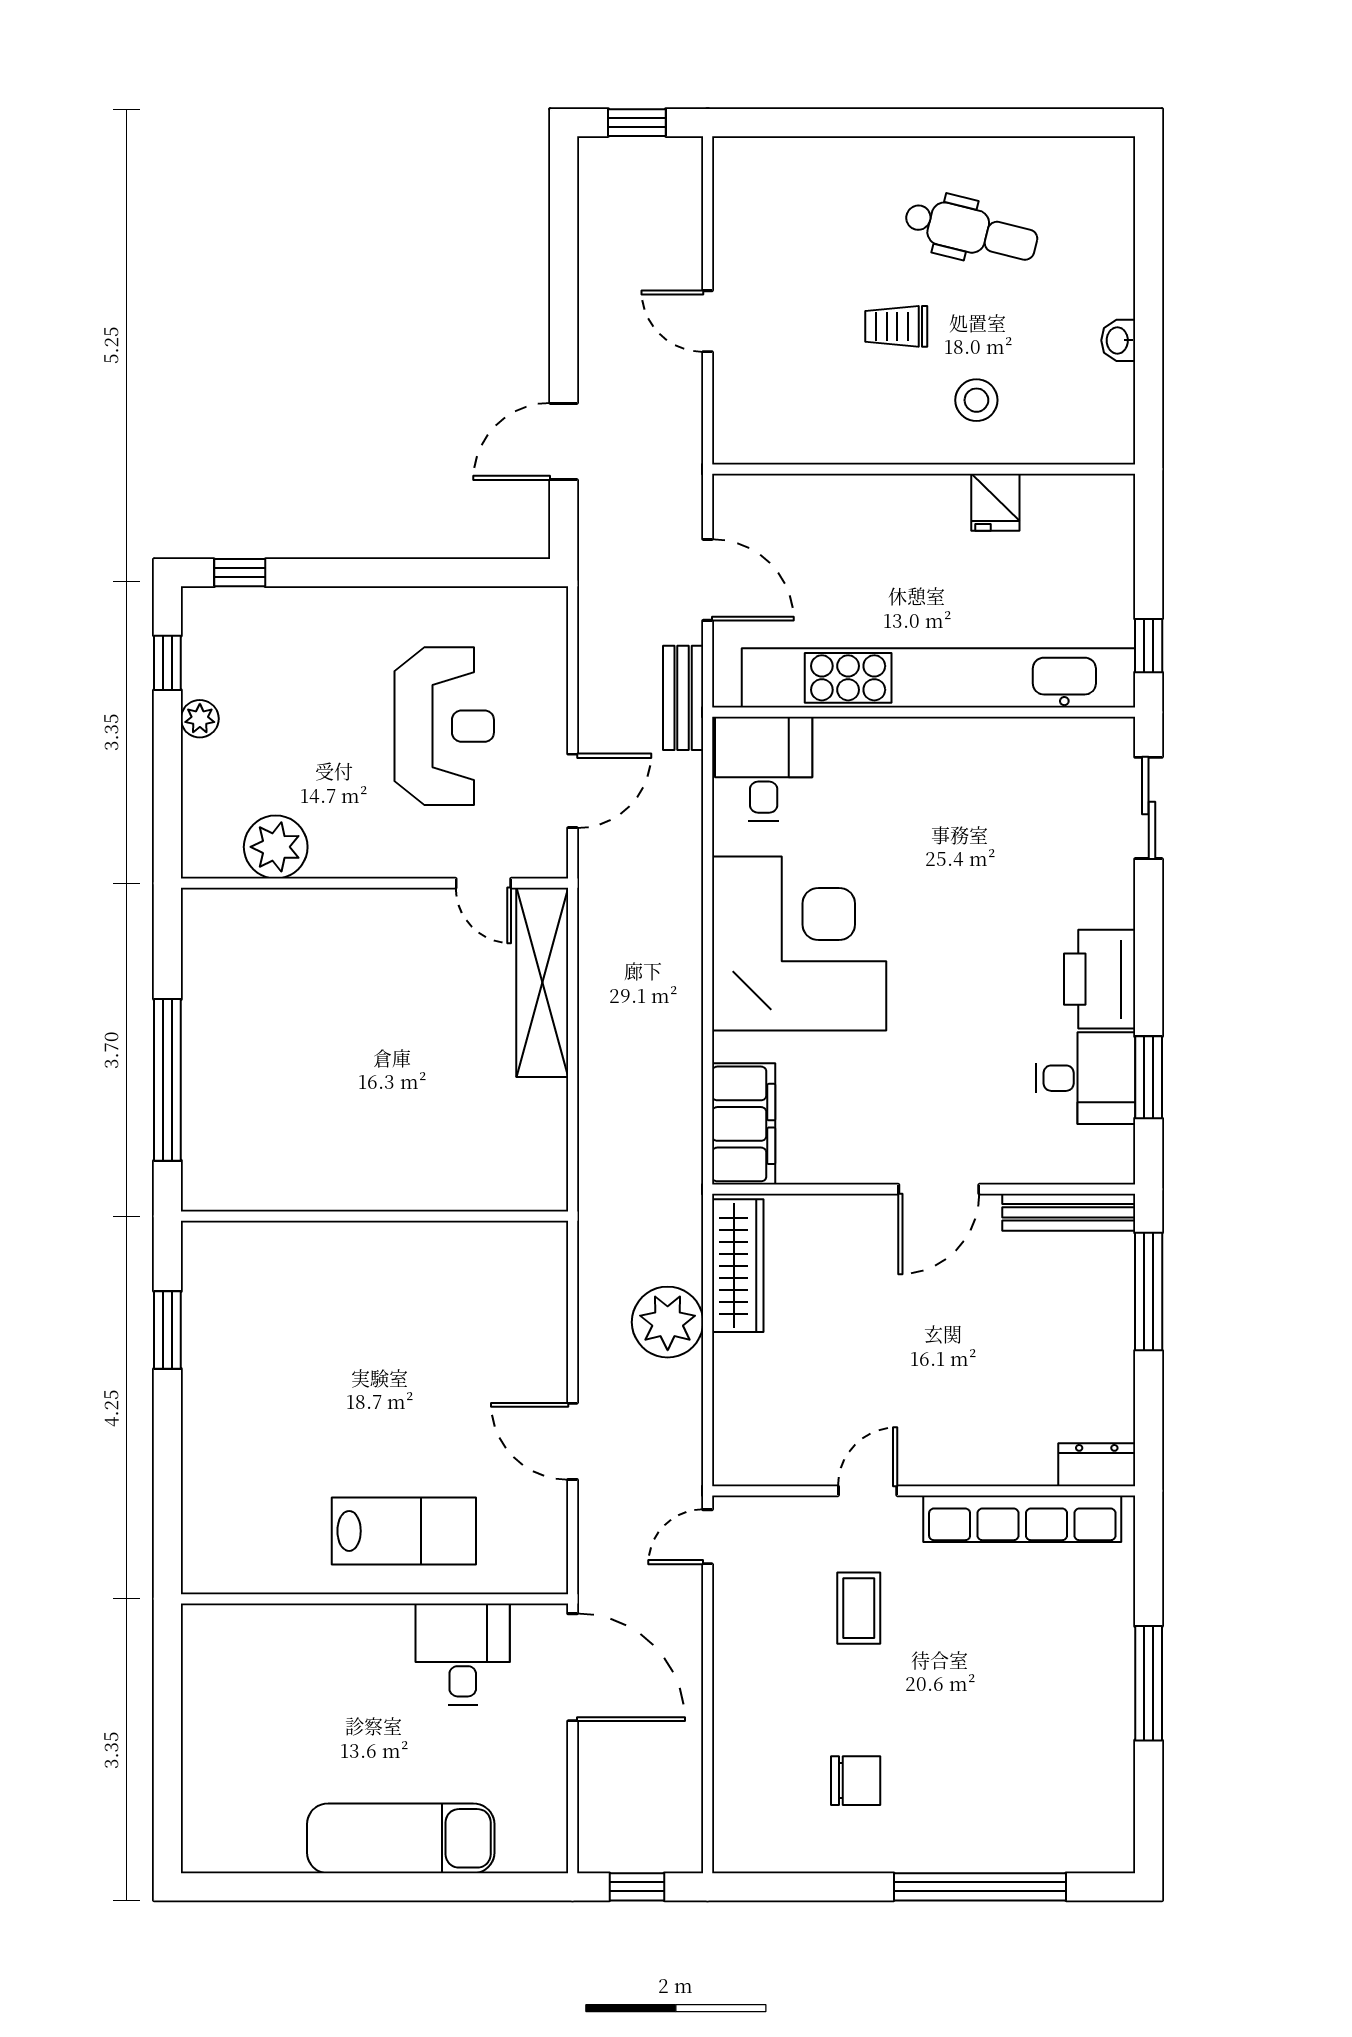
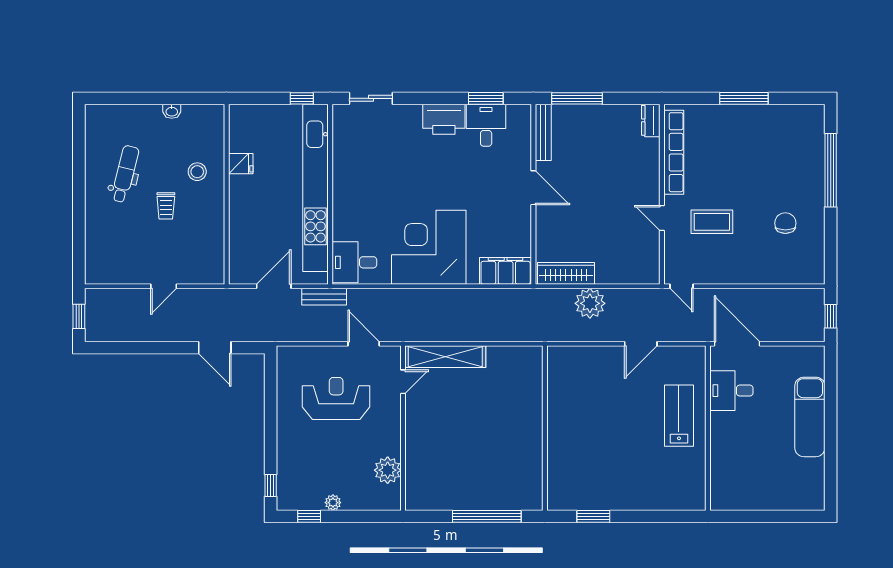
coffee table: (859, 1608) -> (712, 222), width x1.36, depth x1.30
door: (573, 1667) -> (737, 344), hinge flipped

